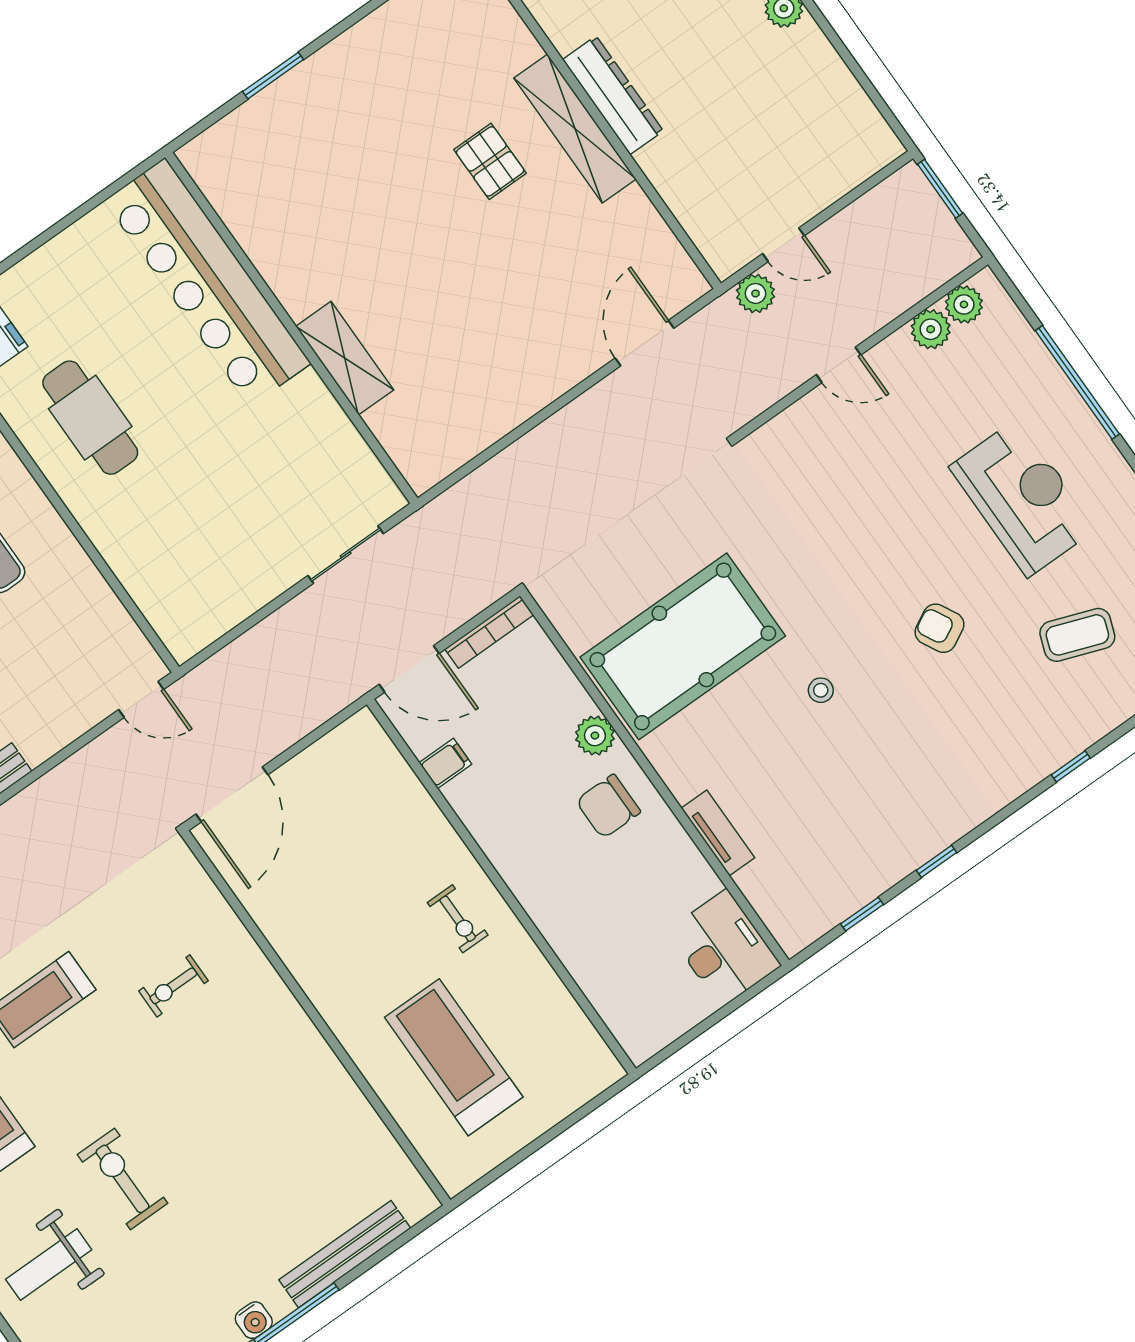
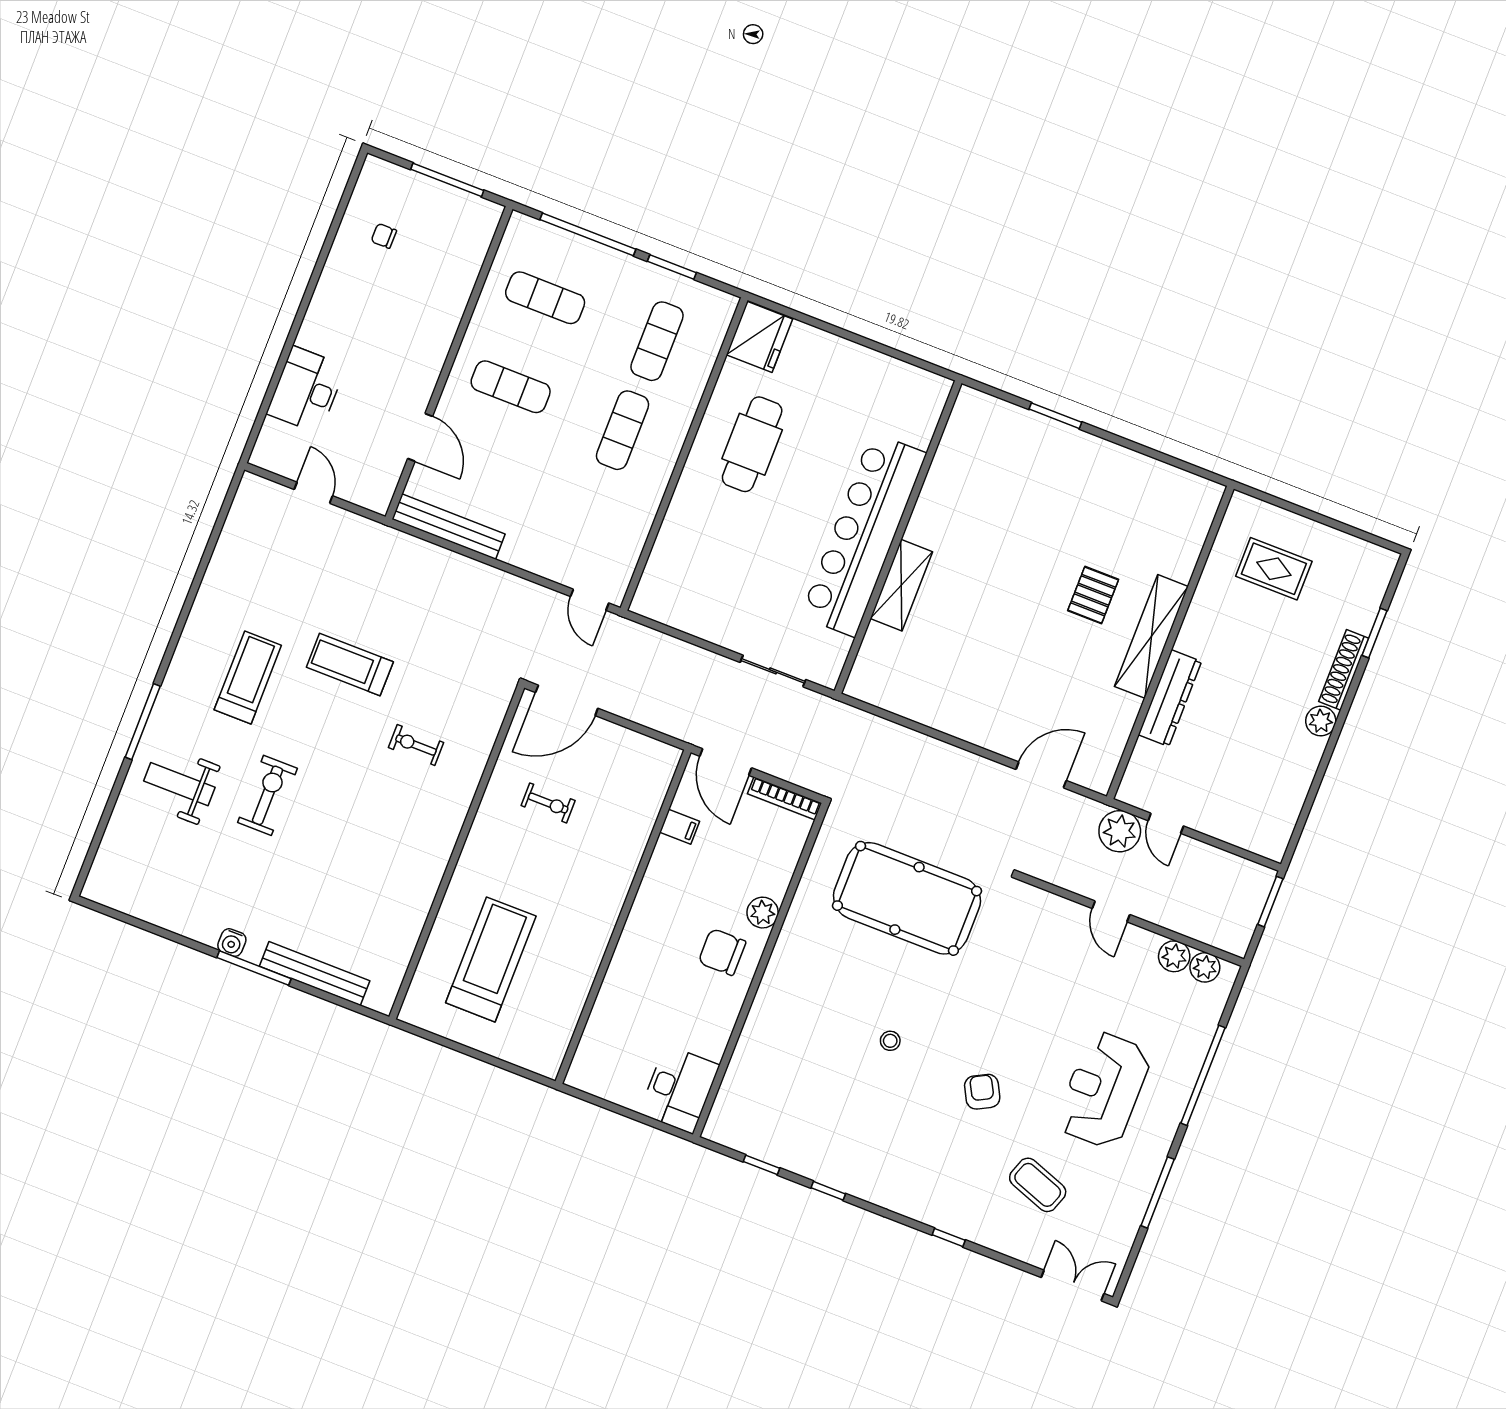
dresser: (613, 95) -> (1170, 698), moved
bar counter: (208, 282) -> (864, 535), moved
plant: (755, 293) -> (1120, 831), width x1.36, depth x1.36
reception desk: (1023, 498) -> (1104, 1090), turned 180
pool table: (683, 646) -> (907, 898), moved
tv unit: (718, 833) -> (752, 1035), removed
exercise bike: (458, 919) -> (548, 803), moved, turned -90

